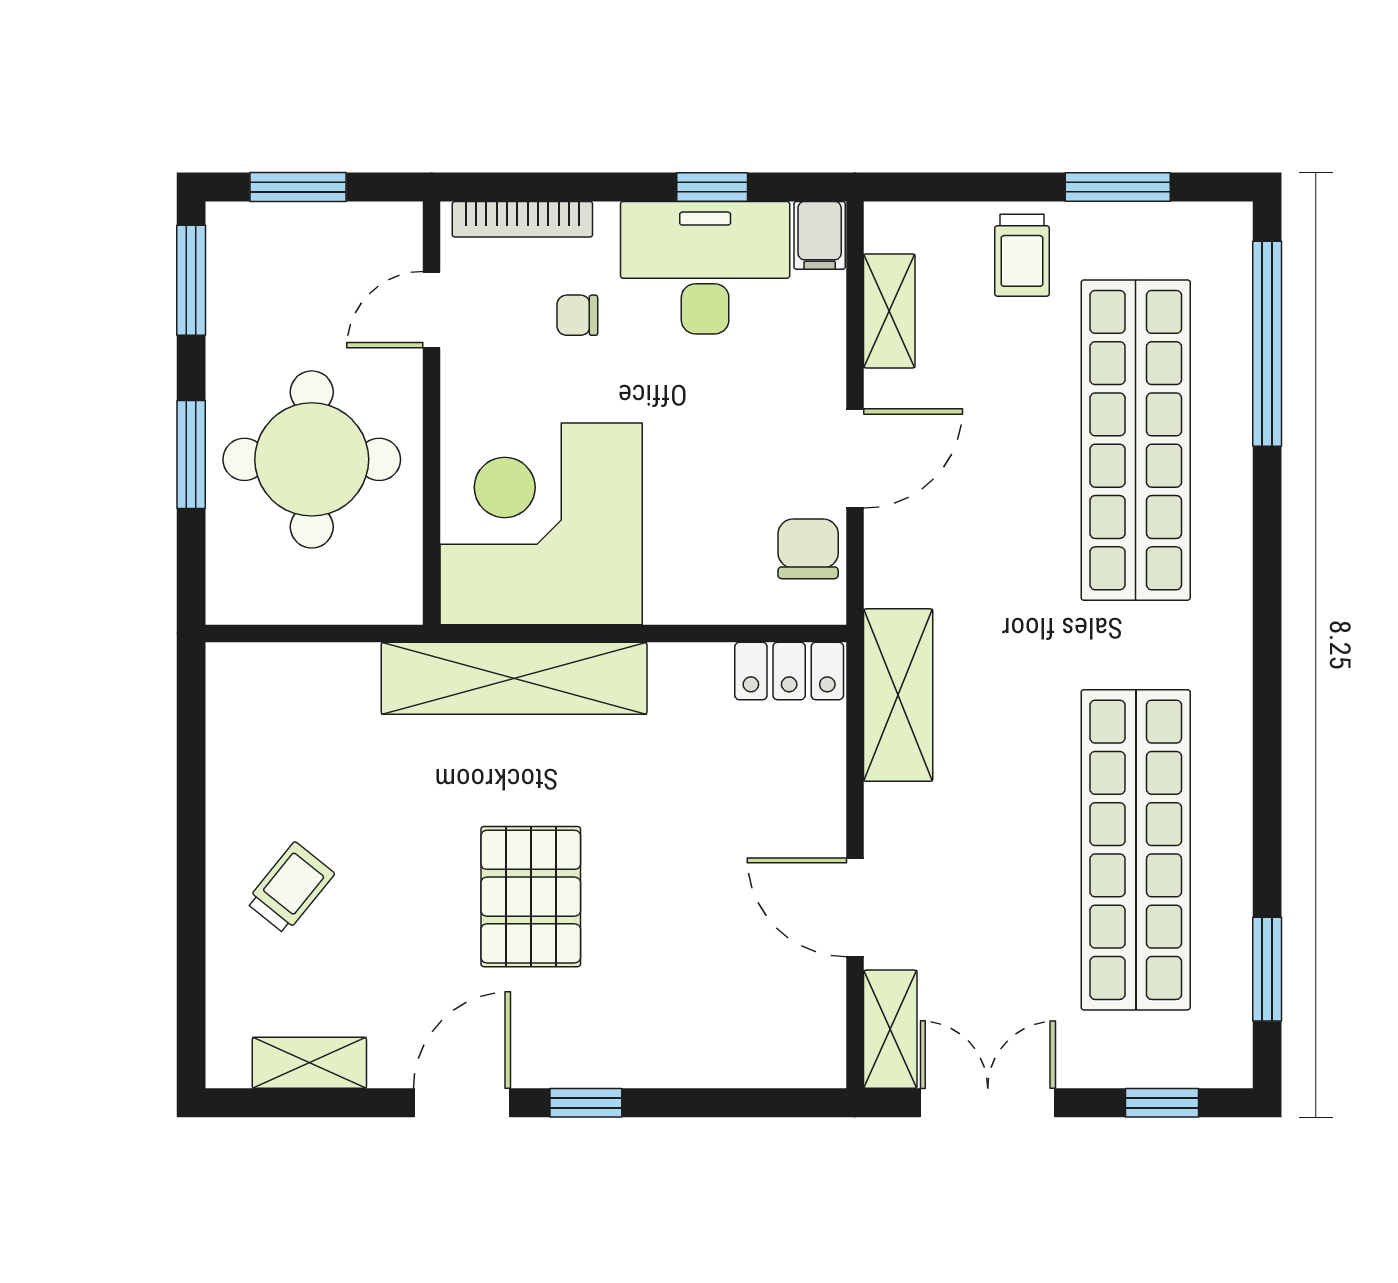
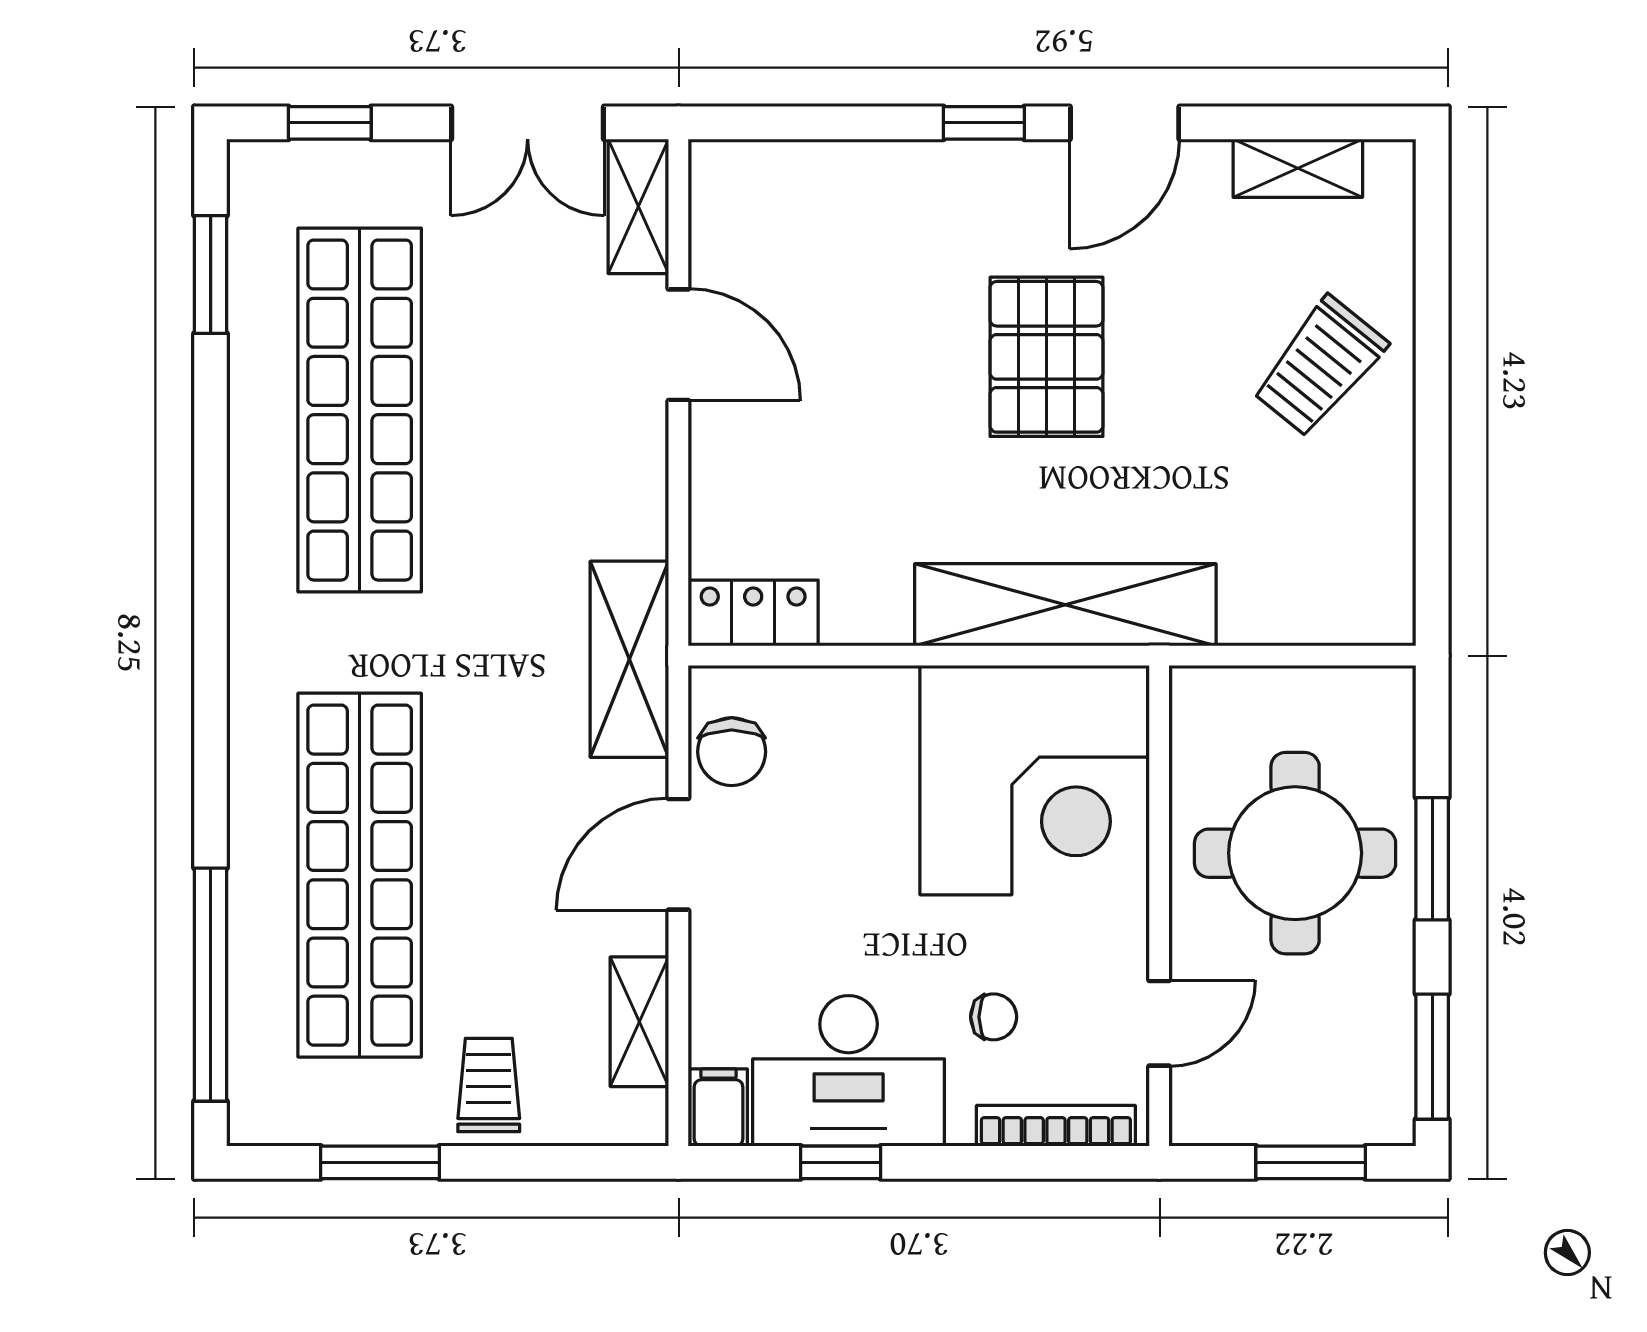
shelving: (898, 695) -> (629, 659), moved
trolley: (290, 888) -> (1320, 367), width x1.36, depth x1.39

